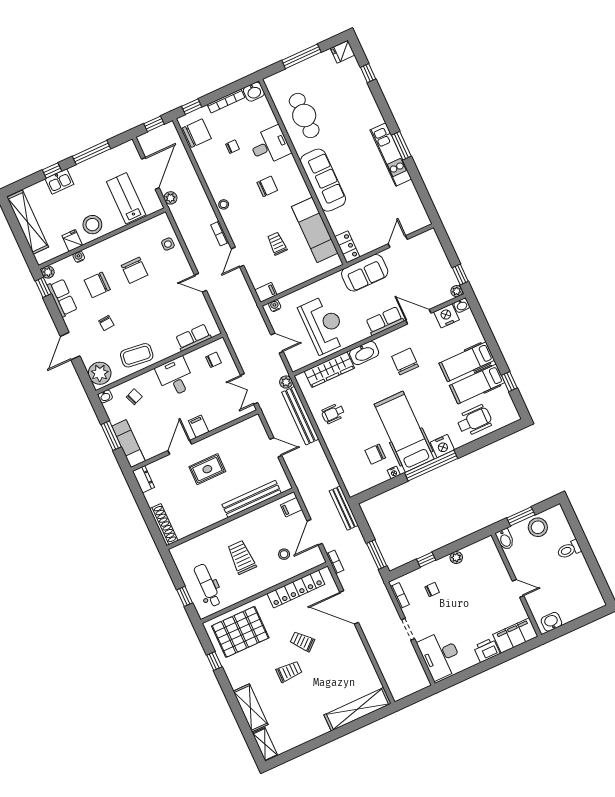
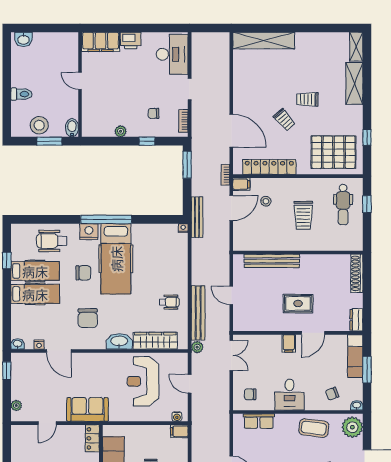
plant: (457, 291) -> (16, 405), moved
nightstand: (446, 316) -> (39, 345), width x0.53, depth x0.56
row of seats: (385, 321) -> (89, 361), removed
chair: (375, 454) -> (83, 273), moved
nightstand: (394, 472) -> (183, 228), moved
filing cabinet: (291, 507) -> (241, 184), moved
washbasin: (551, 622) -> (23, 39), moved

